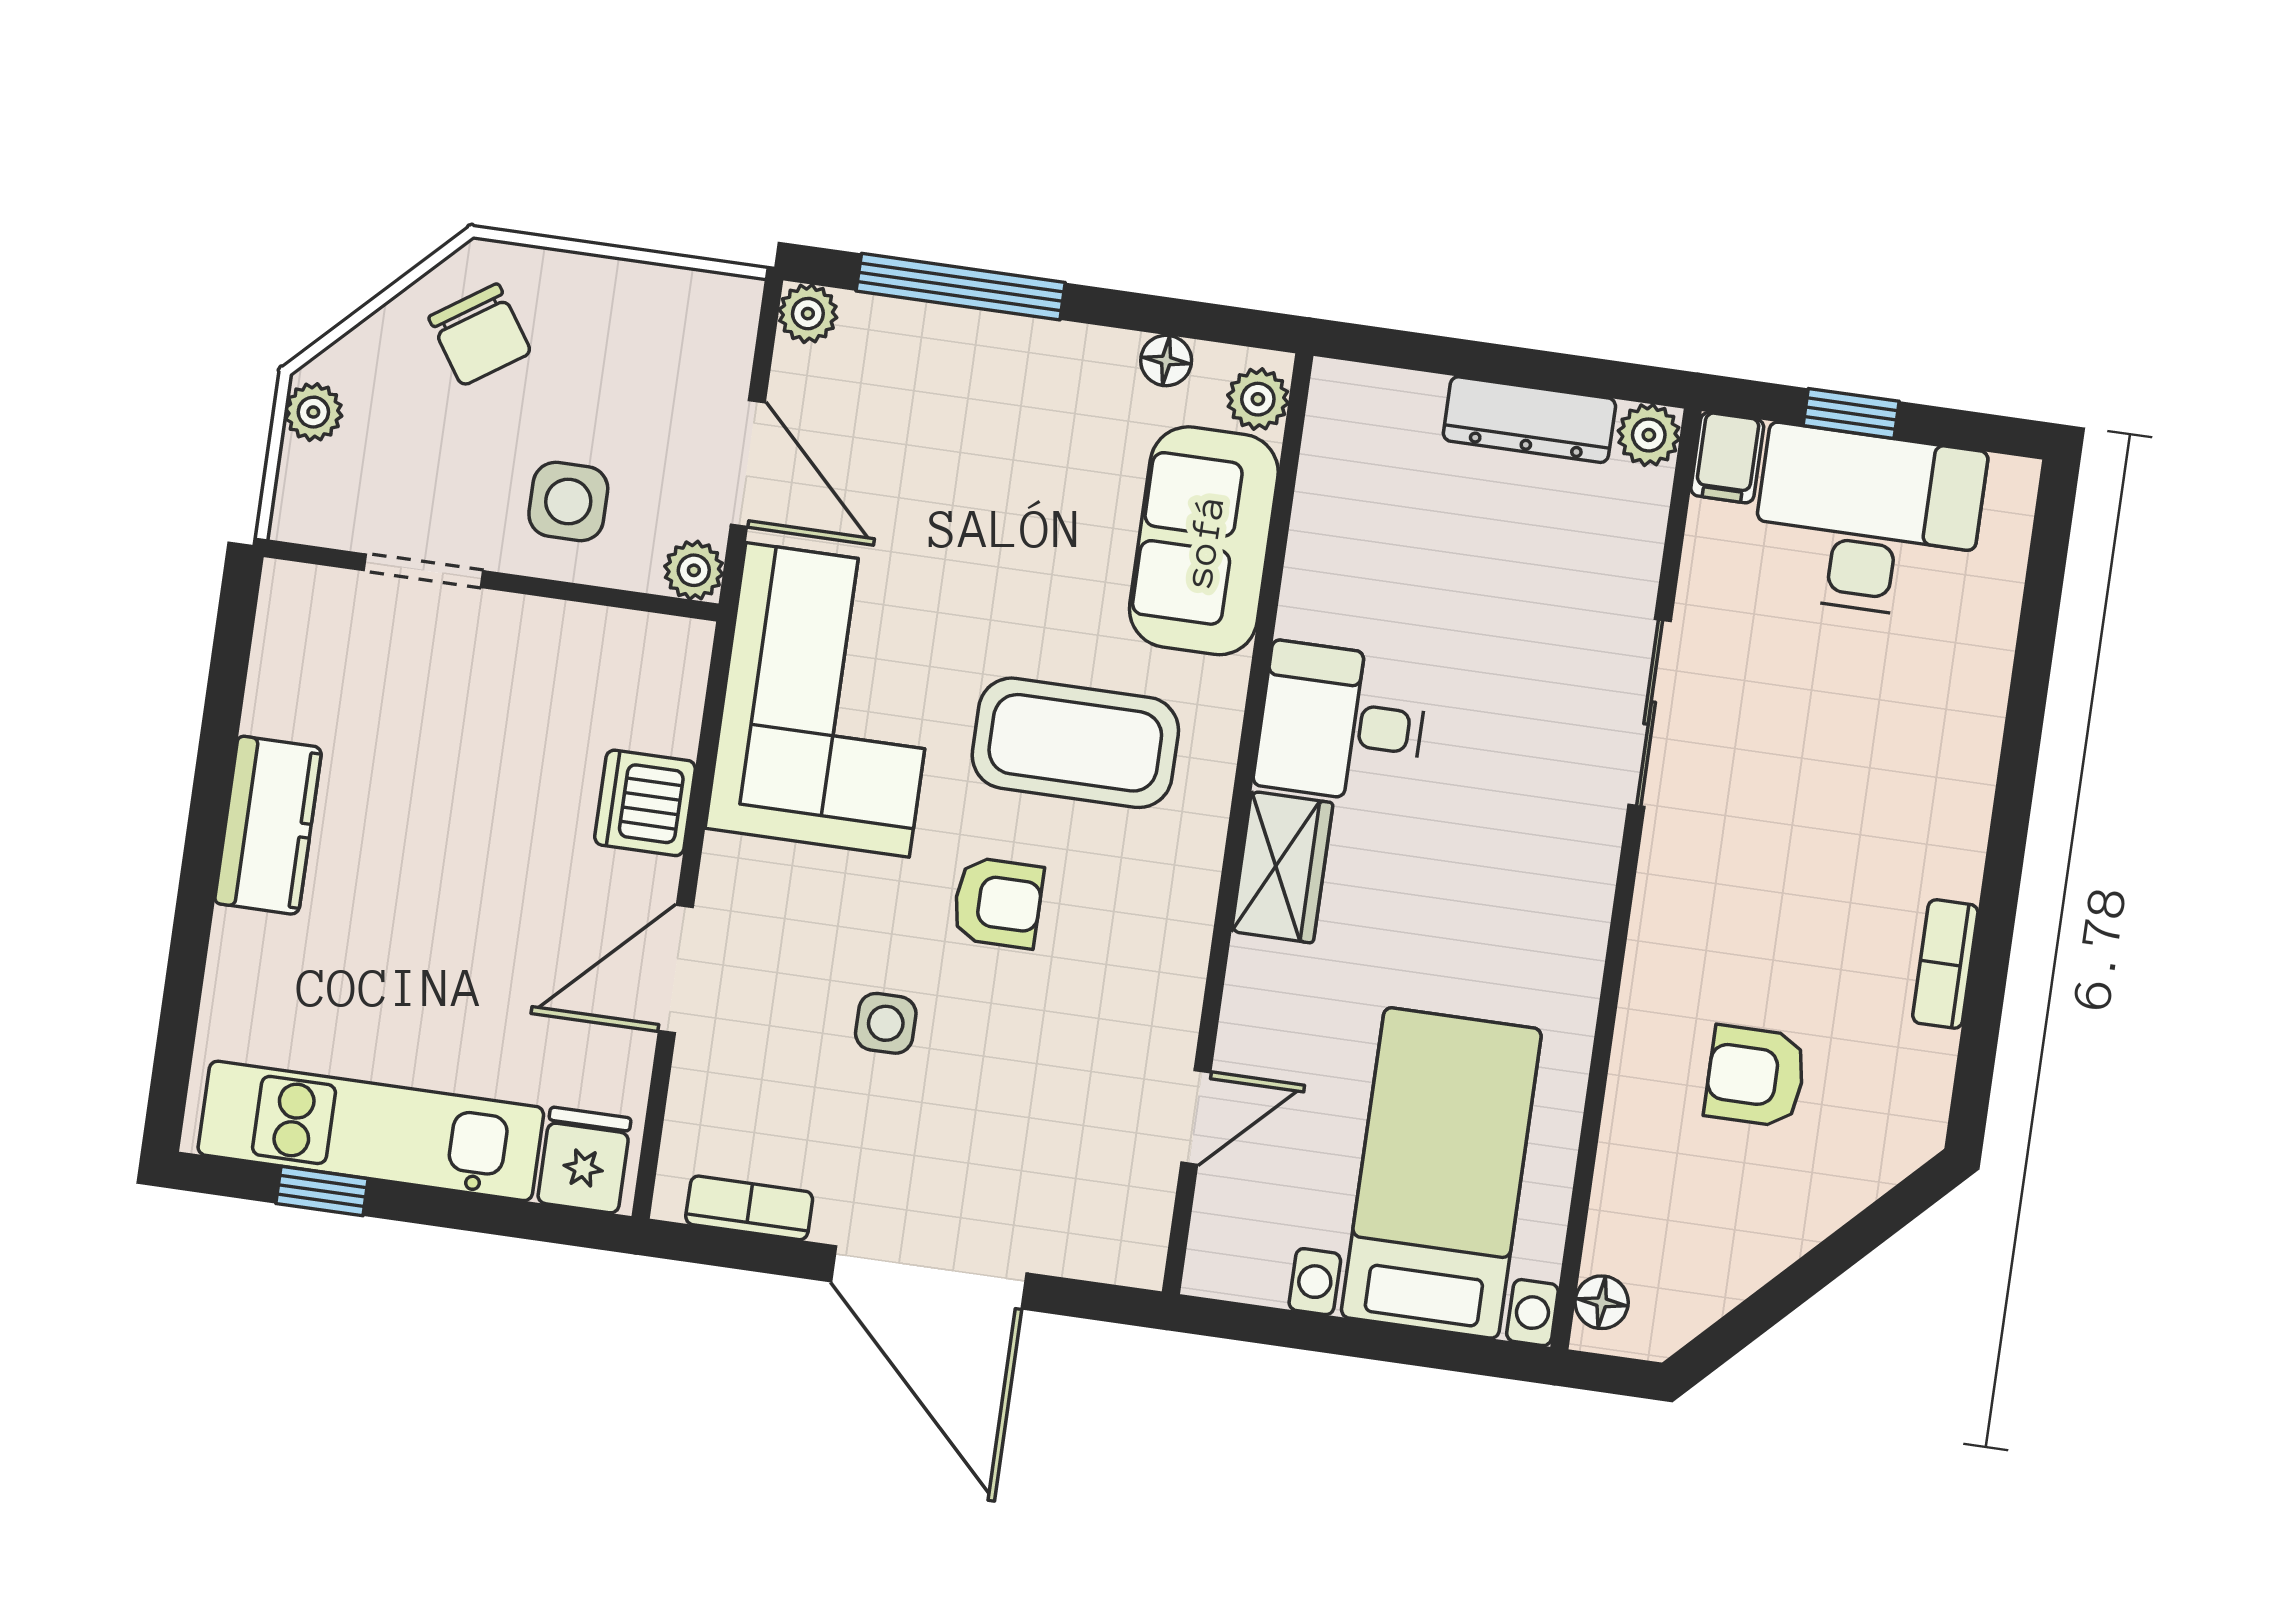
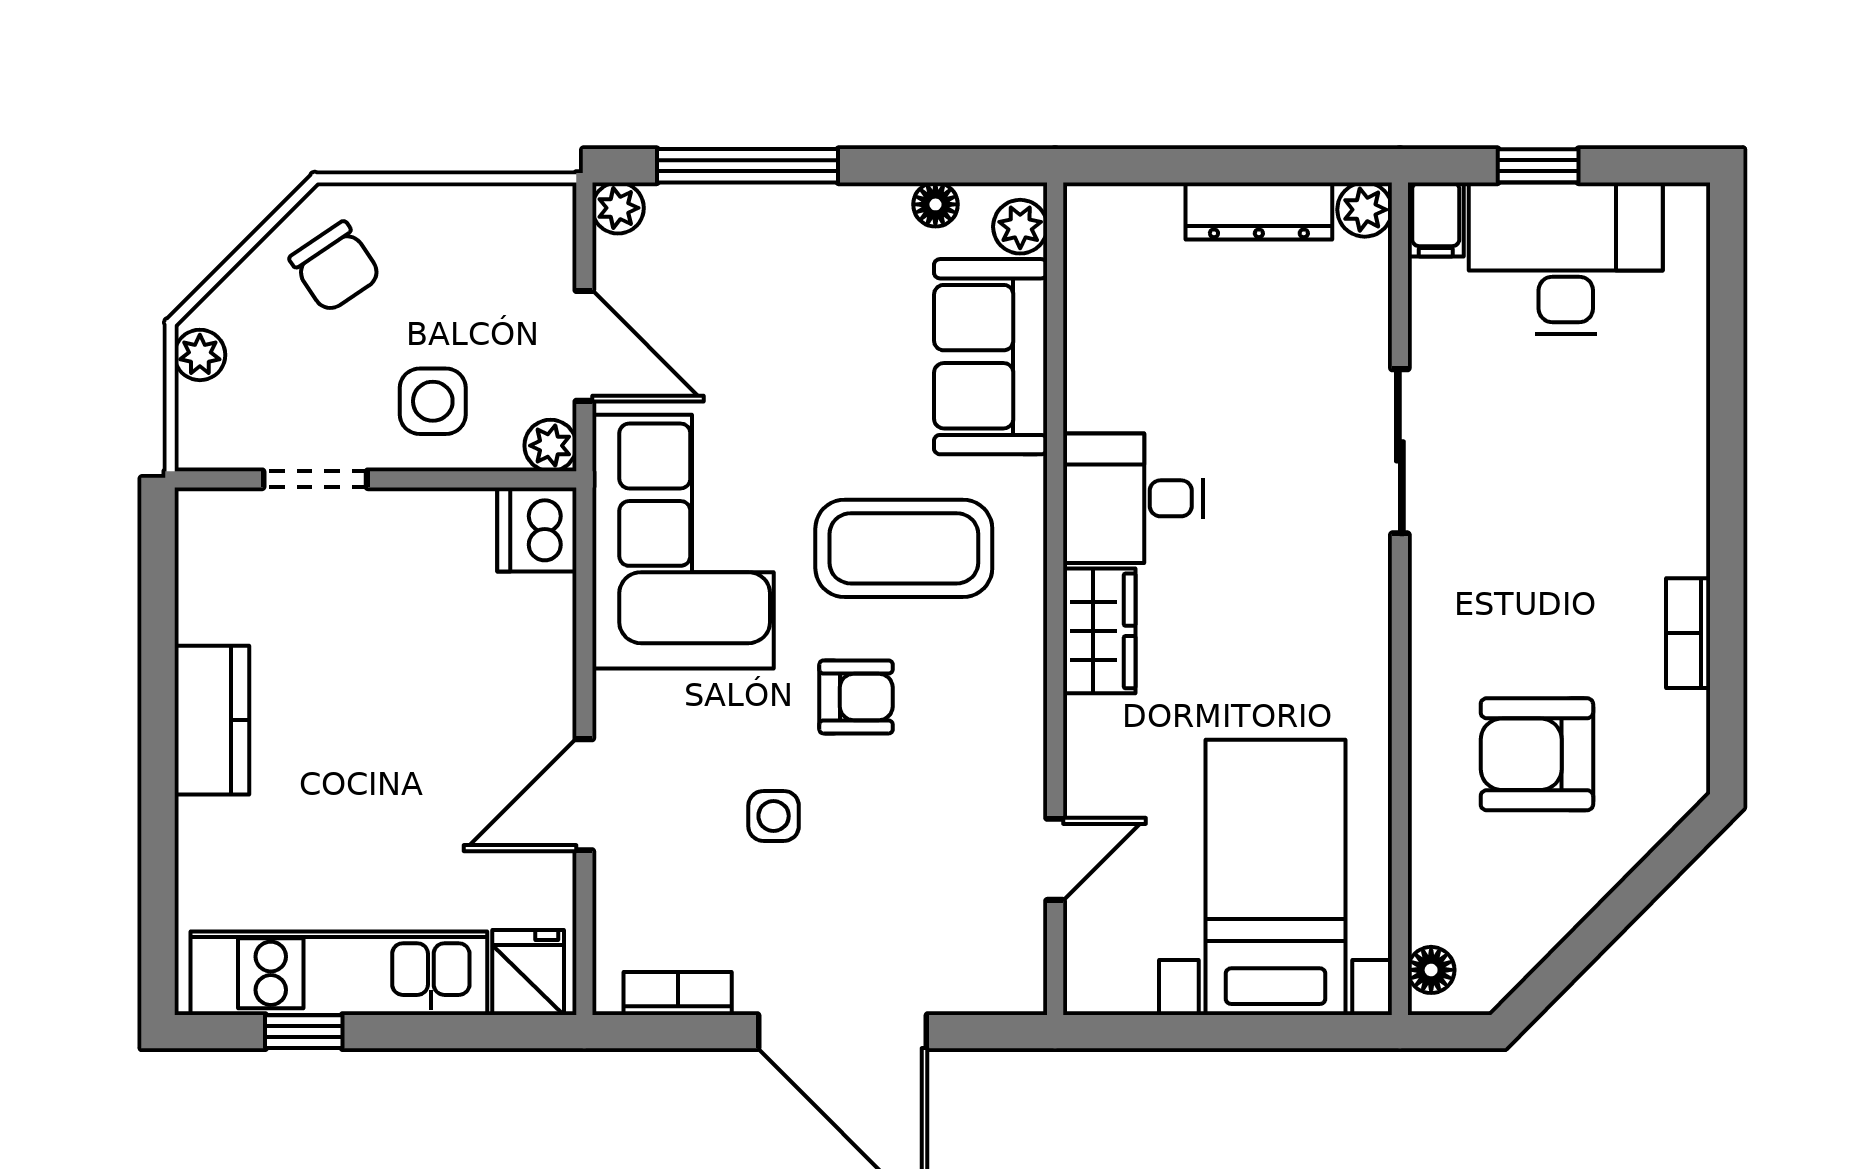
dishwasher: (645, 803) -> (537, 530), moved
armchair: (1755, 1076) -> (1537, 754), width x1.38, depth x1.38

